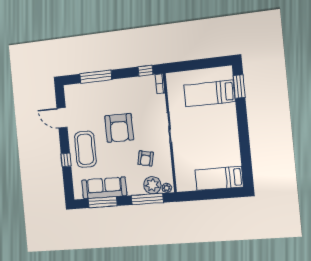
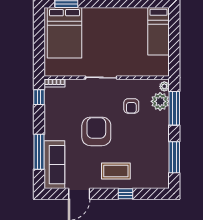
bed: (209, 93) -> (64, 33), width x1.50
armchair: (119, 128) -> (96, 131), turned -90
coffee table: (85, 149) -> (116, 171), width x0.73, depth x0.76
armchair: (146, 158) -> (131, 106), turned 78
sofa: (104, 188) -> (54, 165), moved, turned 180

